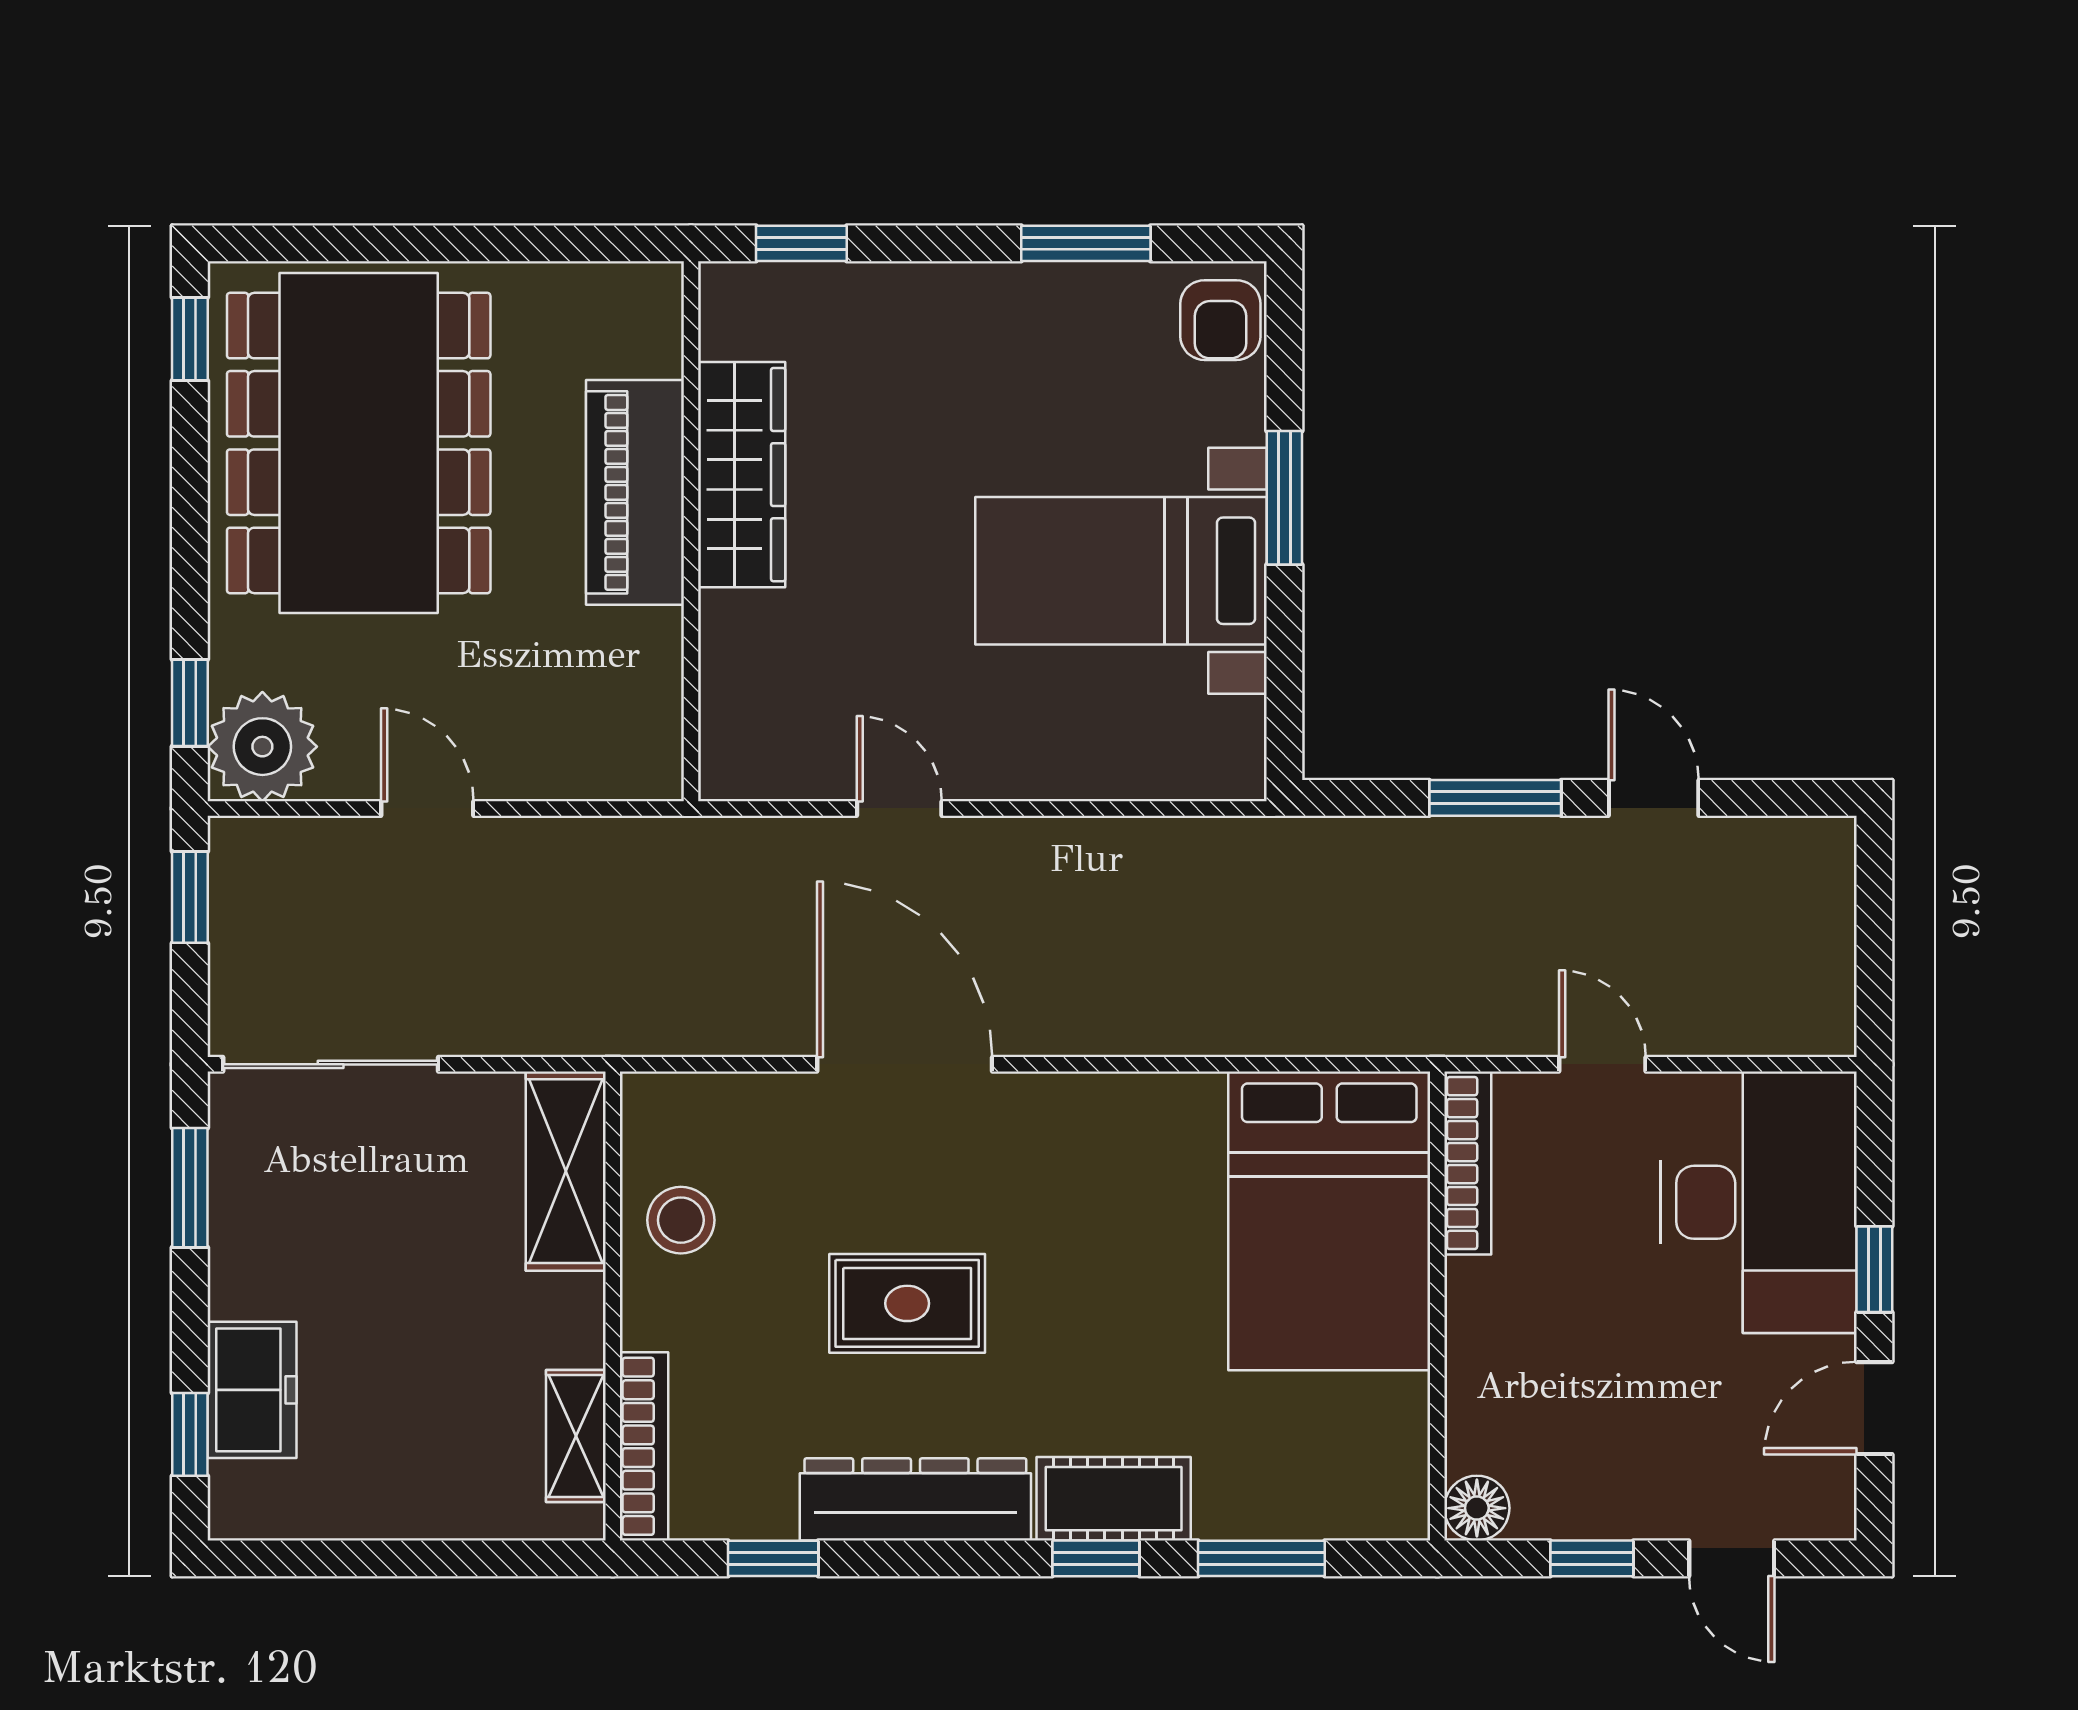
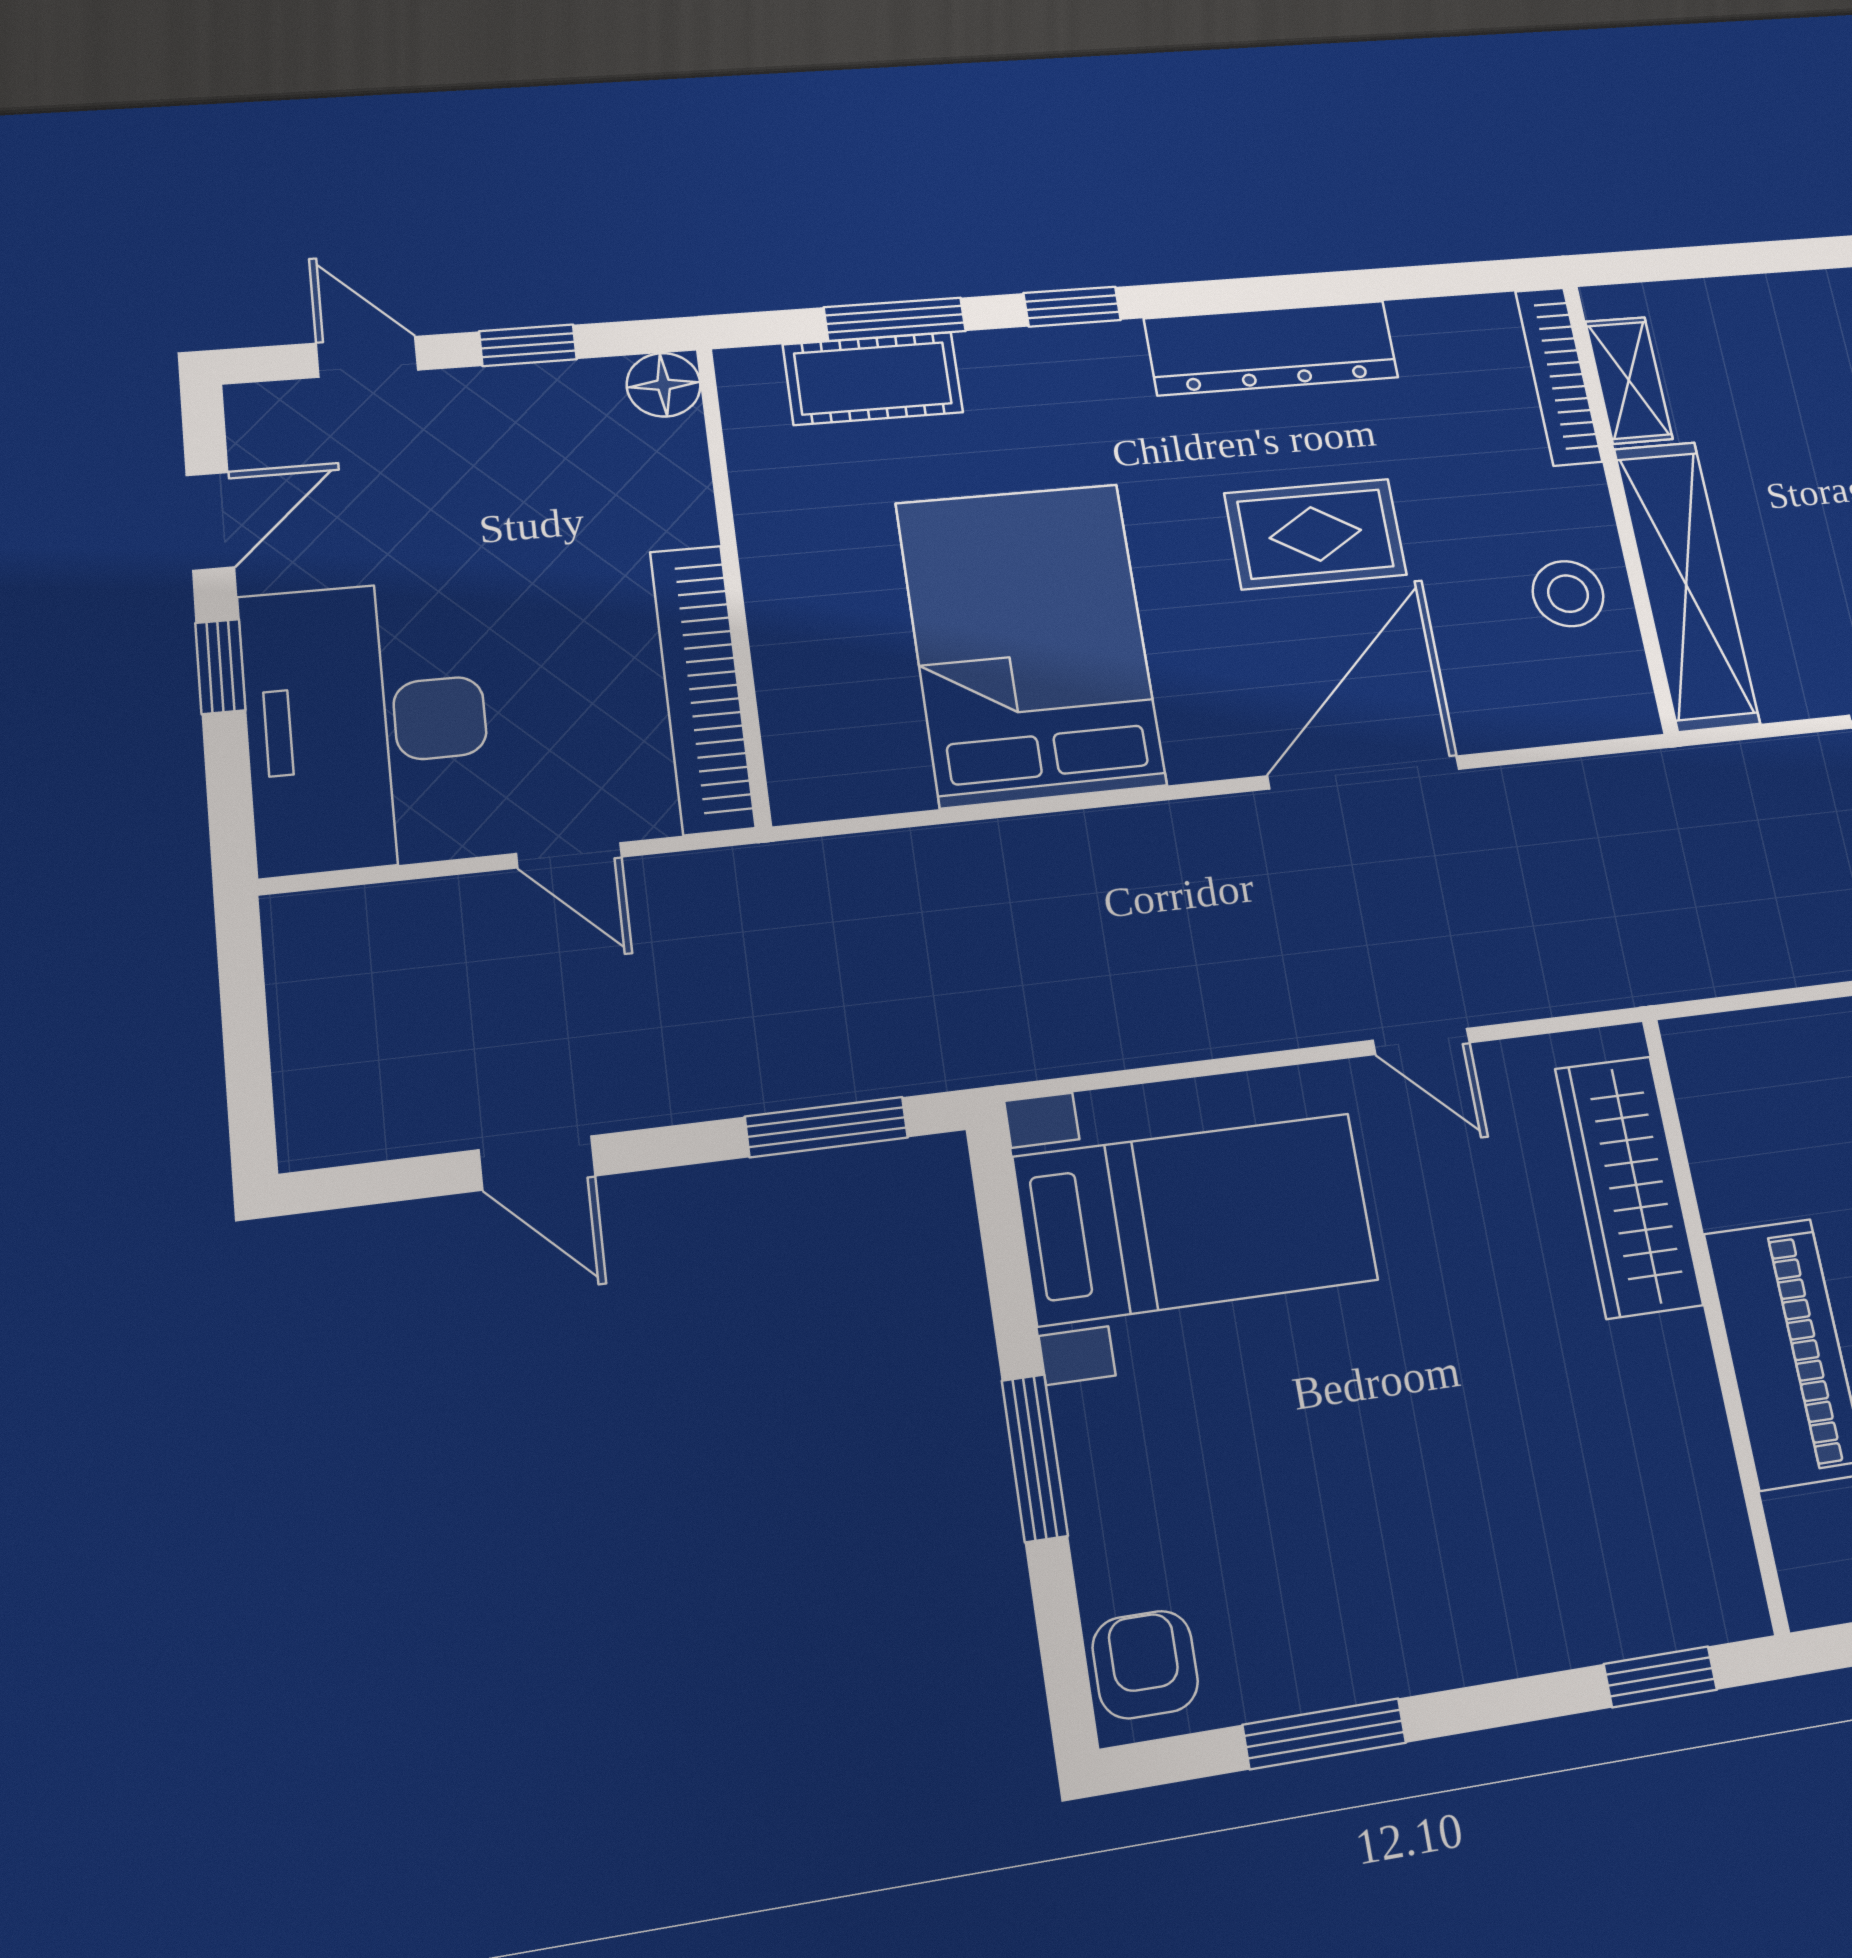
wardrobe: (742, 475) -> (1628, 1186), moved
bed with nightstands: (1121, 571) -> (1196, 1218), moved
window: (1495, 798) -> (827, 1127), moved
door: (905, 1064) -> (1364, 772), swing flipped
bookcase: (1468, 1163) -> (702, 688), width x1.48, depth x1.31
shelving: (566, 1171) -> (1686, 585), width x1.47
bed: (1329, 1221) -> (1030, 643), moved
cot: (1114, 1499) -> (873, 378), moved
window: (773, 1558) -> (1406, 283), removed

